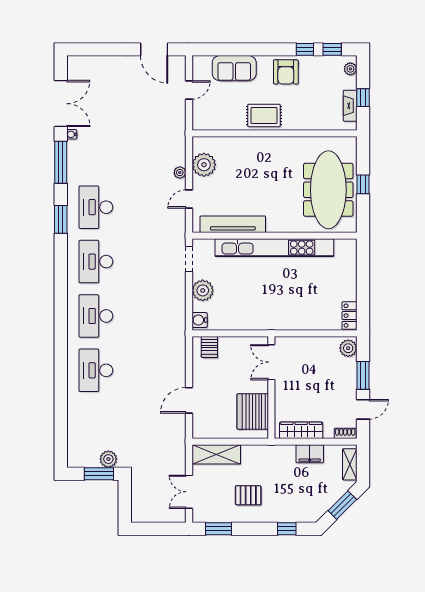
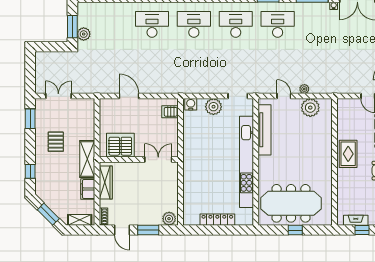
locker: (349, 316) -> (217, 220), moved, width x1.53
shelving: (216, 454) -> (87, 159), moved

